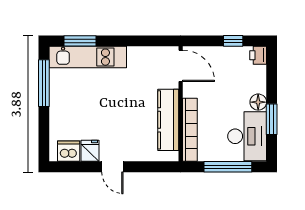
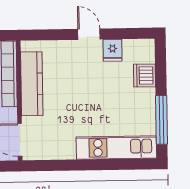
window: (80, 41) -> (125, 164), removed
dishwasher: (69, 151) -> (145, 75), moved, turned 90

